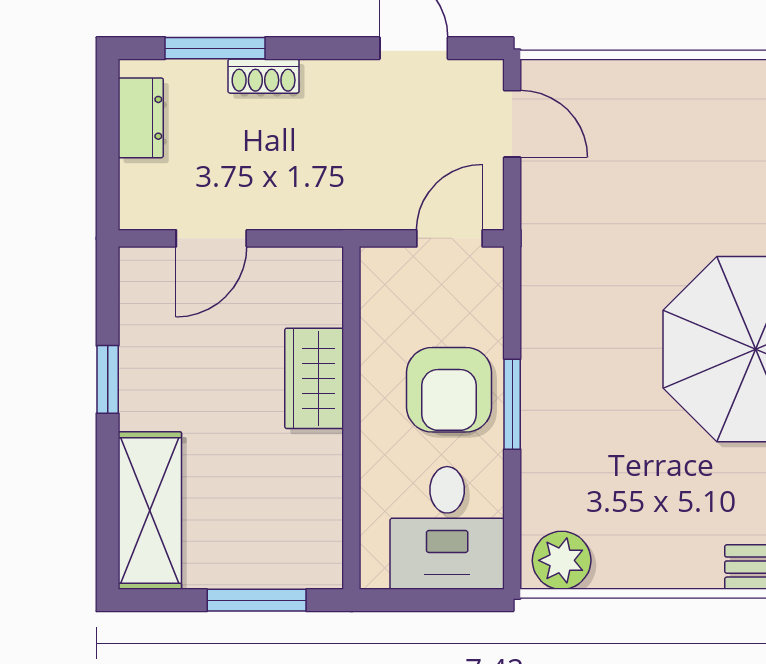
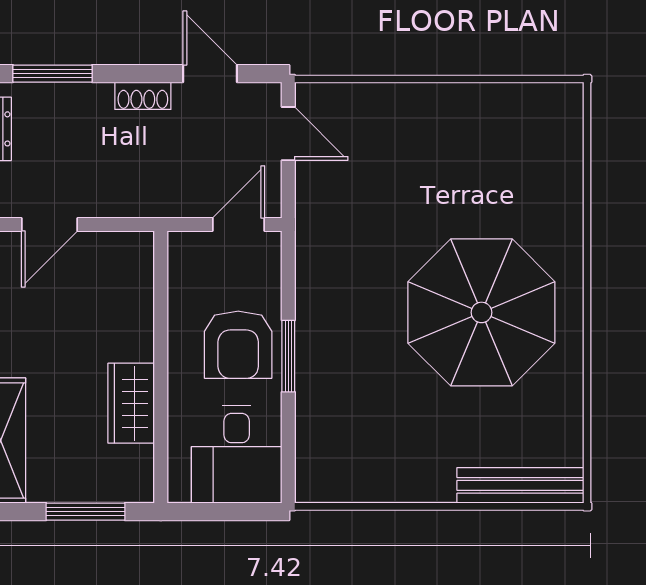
shoe rack: (264, 76) -> (143, 96), moved
wardrobe: (314, 378) -> (131, 403), moved
plant: (562, 560) -> (327, 480), removed

